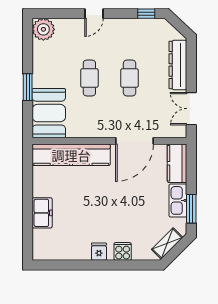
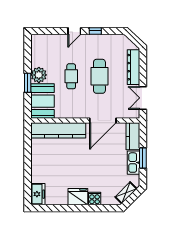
window: (146, 14) -> (95, 31), moved
plant: (43, 29) -> (39, 75), moved
cafe table: (130, 78) -> (99, 76), width x1.37, depth x1.35
window: (191, 209) -> (143, 158), moved
freezer: (42, 213) -> (38, 194), moved
fridge: (99, 252) -> (78, 197), width x1.88, depth x1.34

